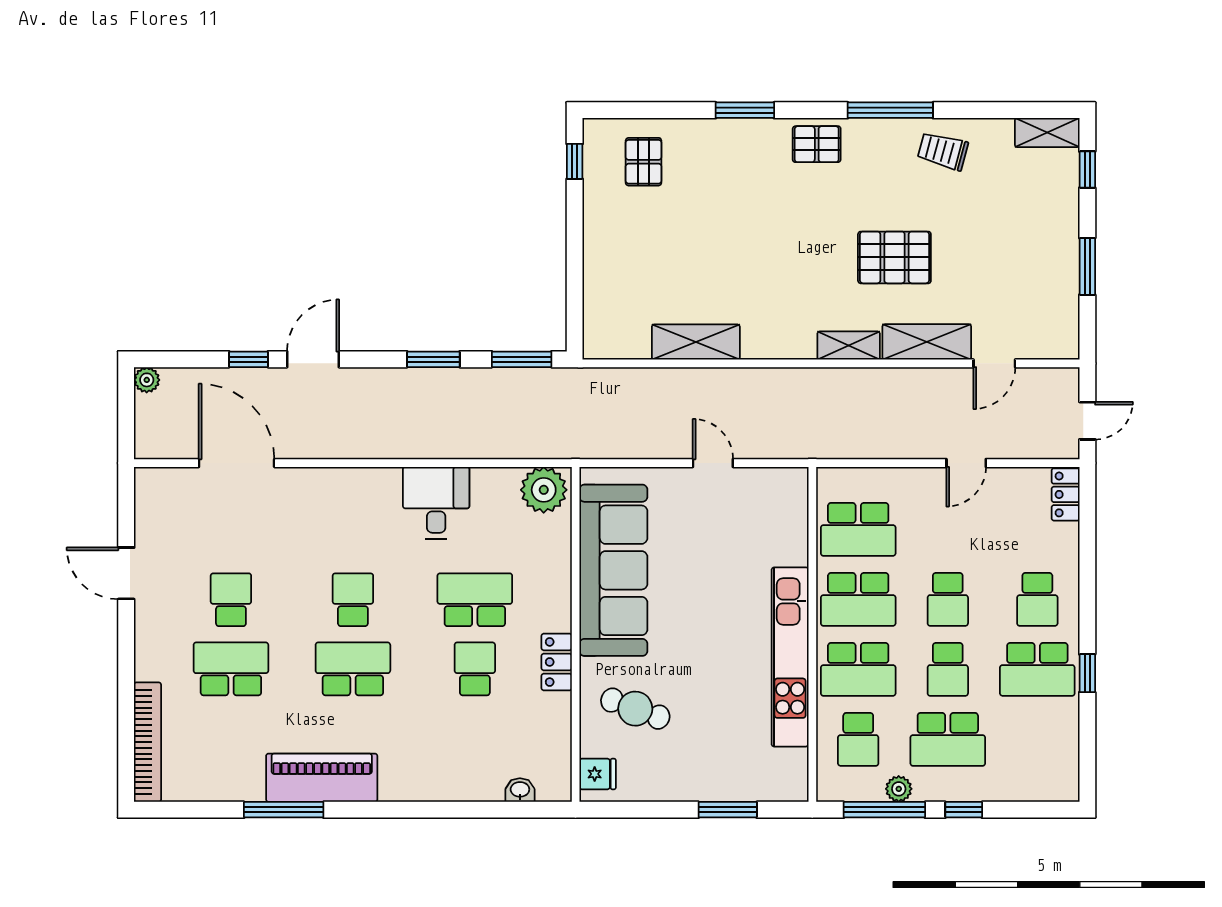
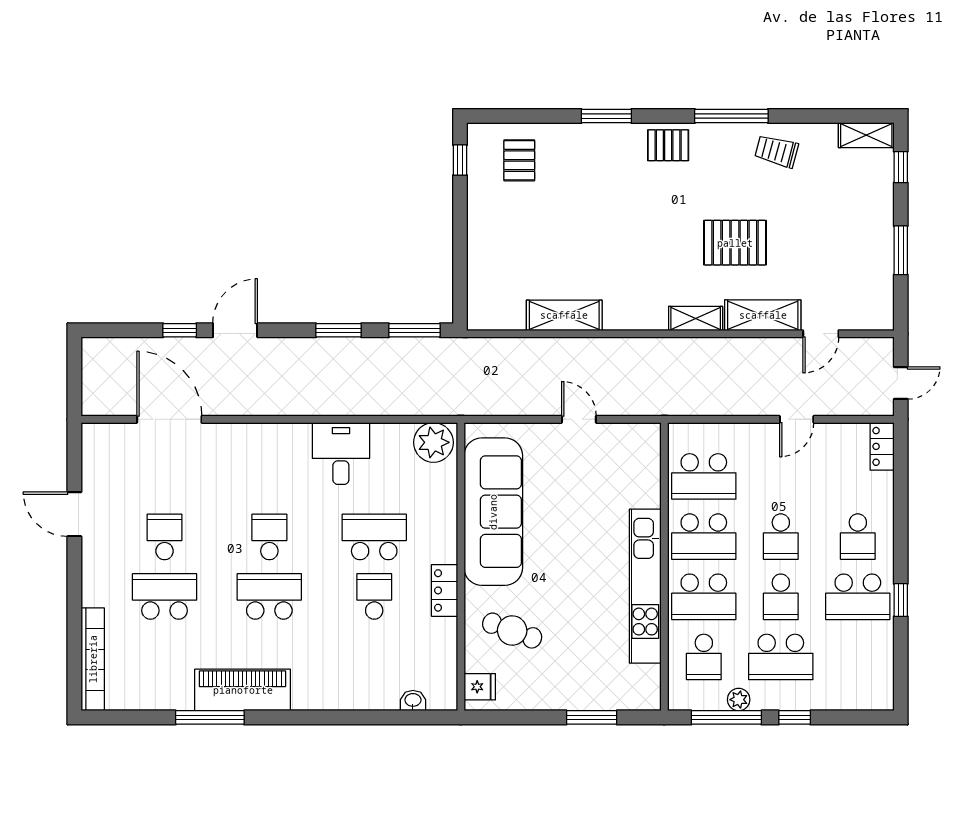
plant: (147, 380) -> (92, 348), removed

